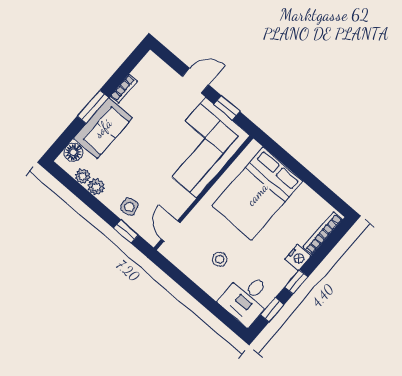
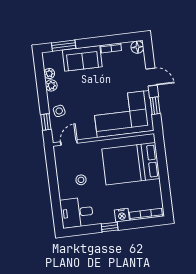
window: (93, 107) -> (64, 46), moved
floor lamp: (73, 152) -> (137, 47), moved
window: (272, 310) -> (84, 230), removed

